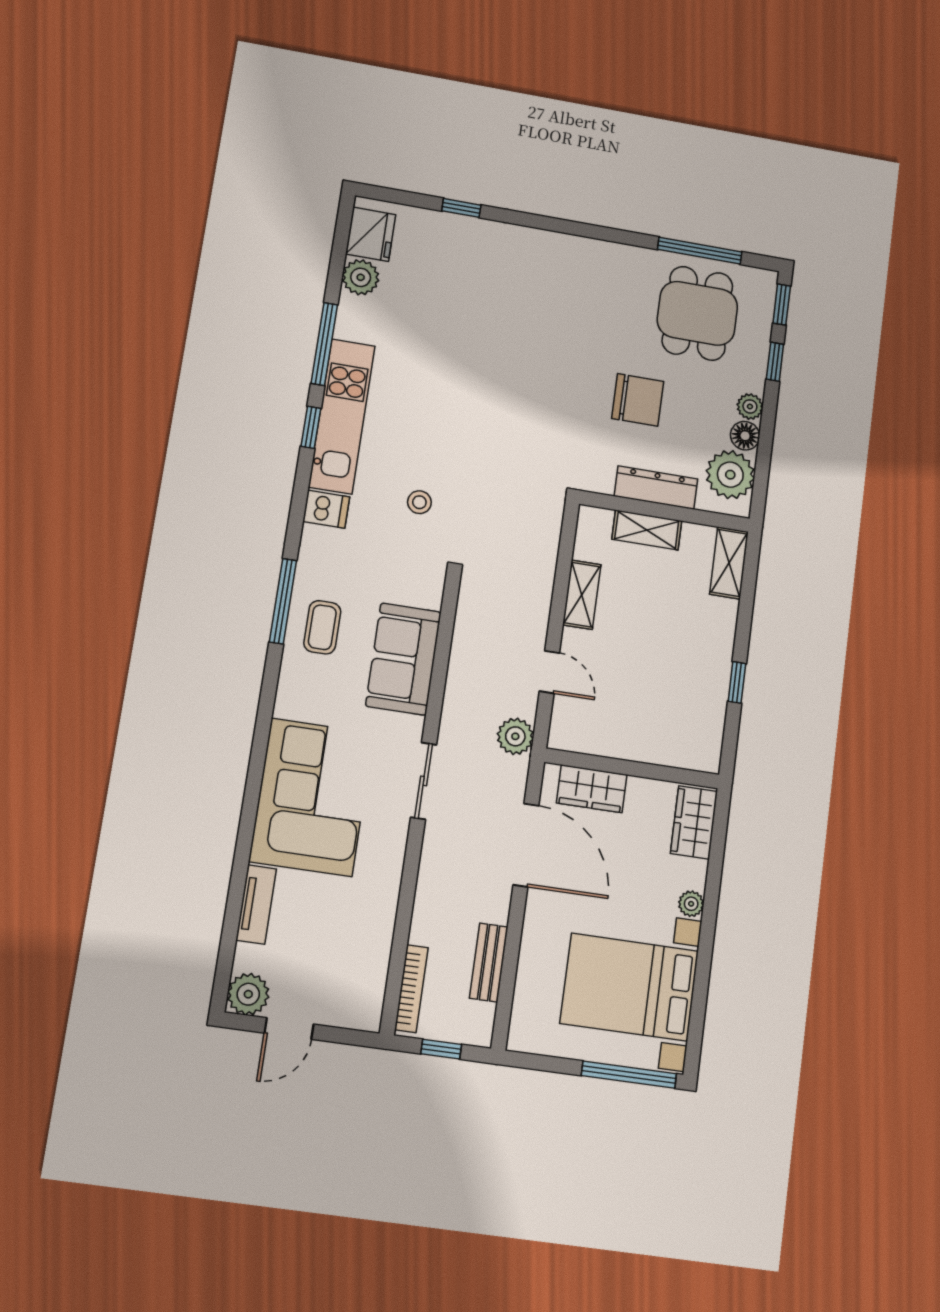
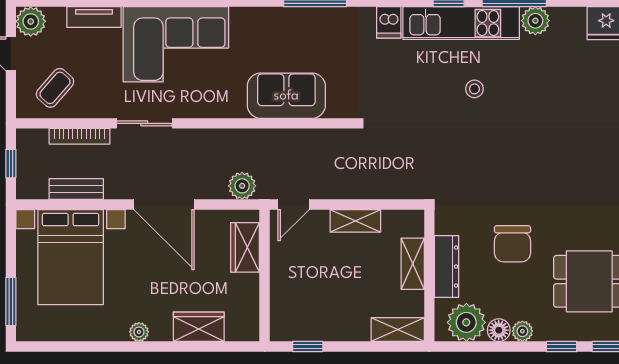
plant: (361, 277) -> (535, 21), moved
stool: (419, 502) -> (474, 89), moved
coffee table: (322, 627) -> (55, 88), moved, turned -49
wall: (632, 768) -> (265, 276), moved
sliding door: (424, 781) -> (144, 123), moved
wardrobe: (592, 789) -> (245, 247), moved
door: (526, 845) -> (164, 205), hinge flipped
bed with nightstands: (629, 987) -> (71, 257), moved, turned 180
bookcase: (411, 989) -> (79, 136), moved
window: (629, 1075) -> (11, 302), width x0.69

